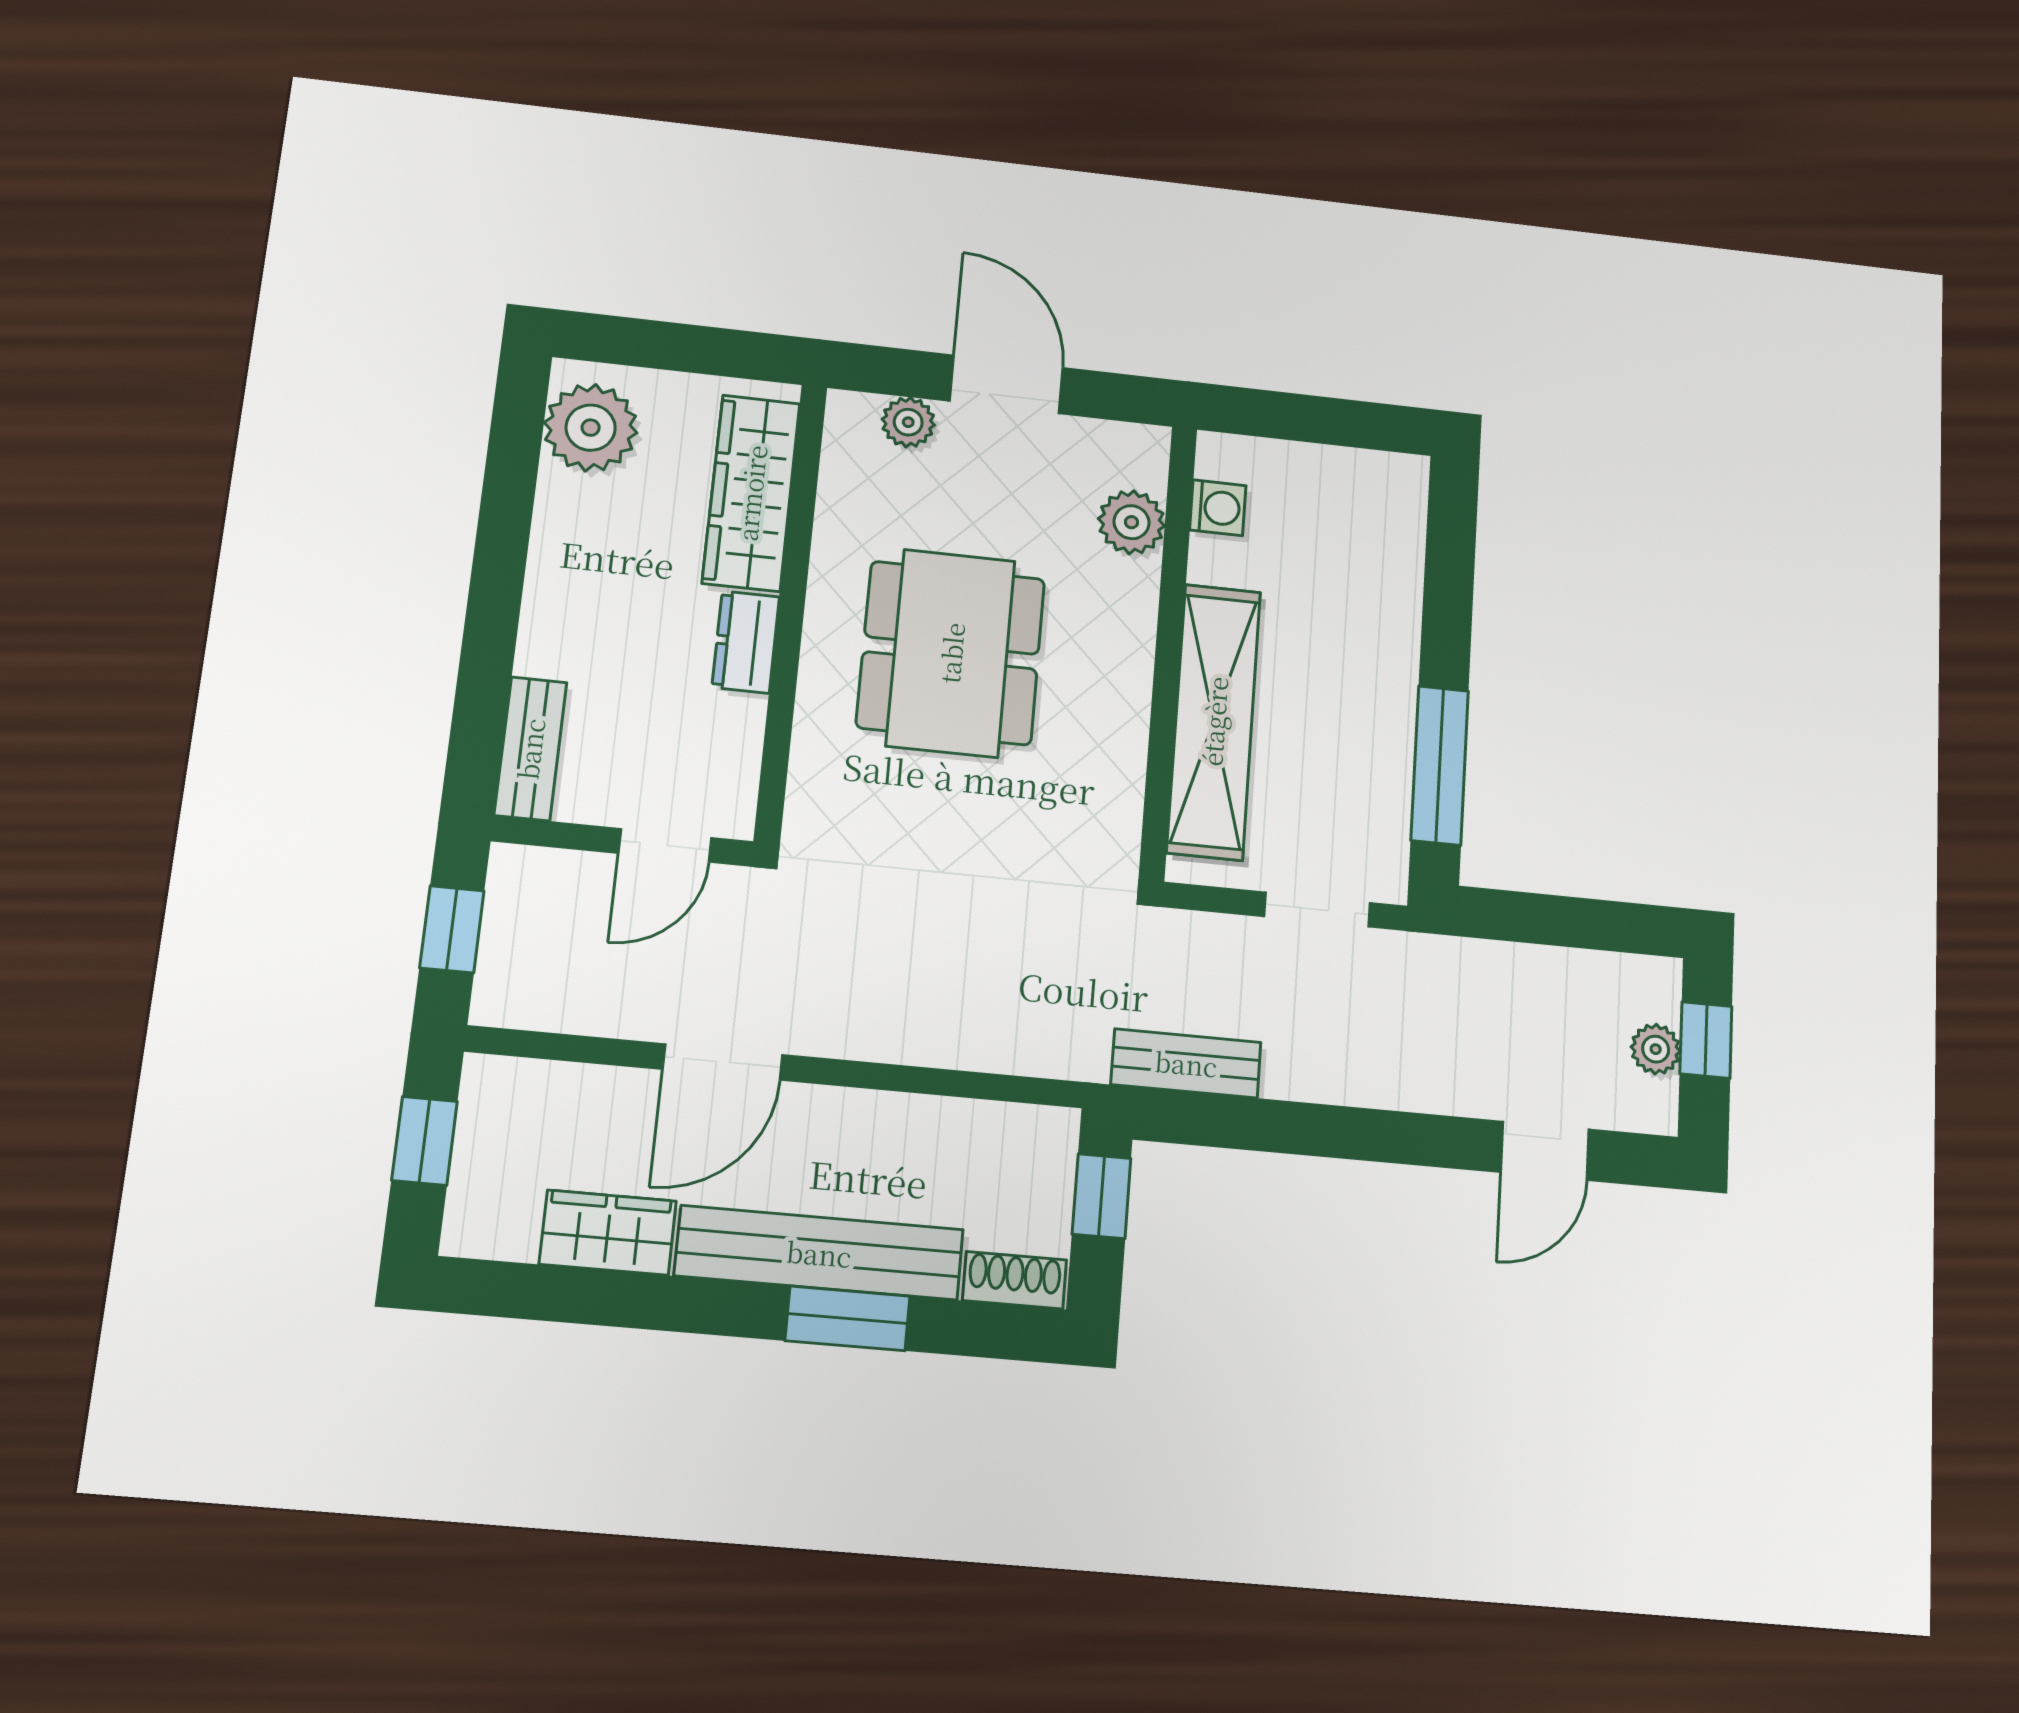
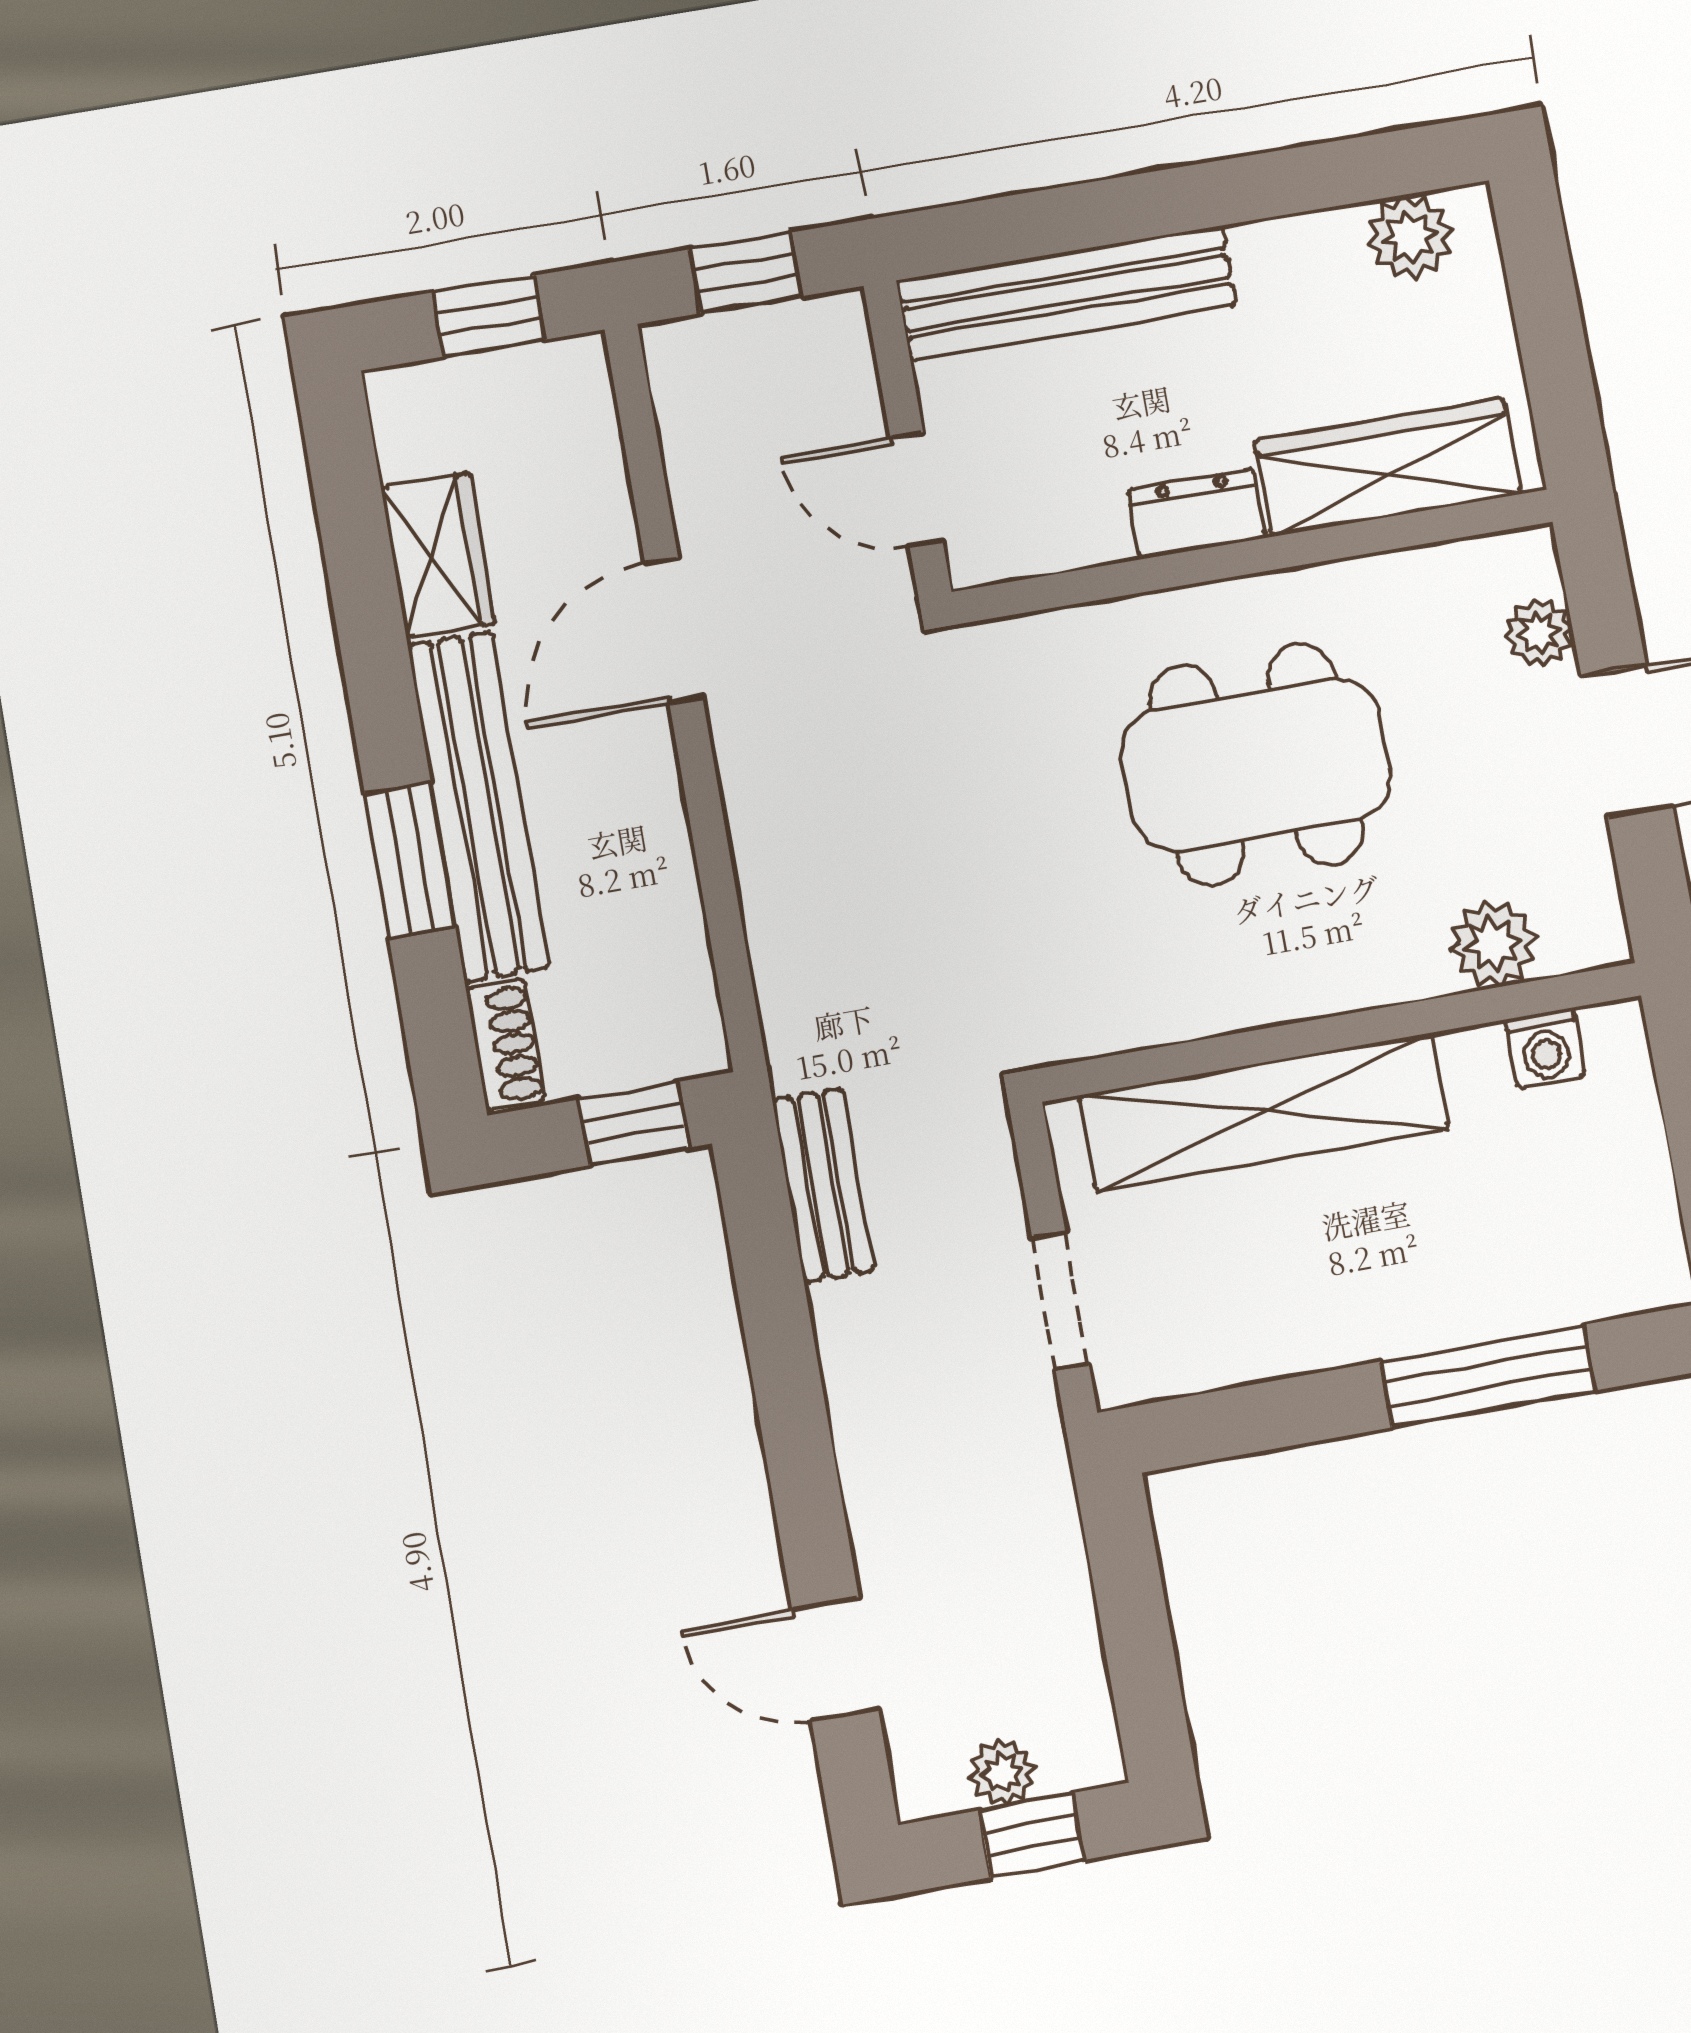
plant: (591, 428) -> (1410, 237), width x0.73, depth x0.73
bench: (530, 749) -> (1067, 293), width x1.86, depth x1.21
window: (1440, 765) -> (1488, 1376), moved
door: (723, 1062) -> (674, 631), hinge flipped

